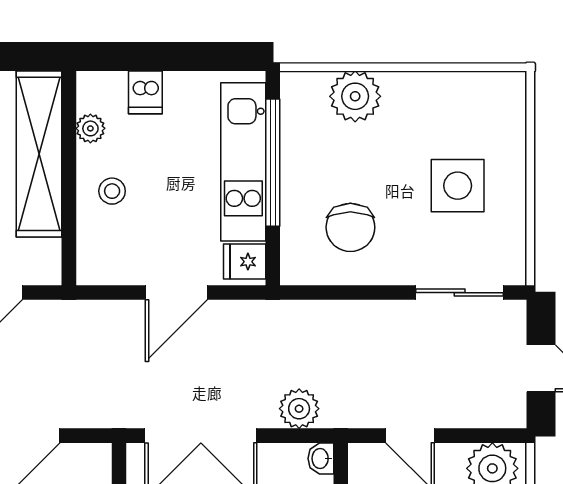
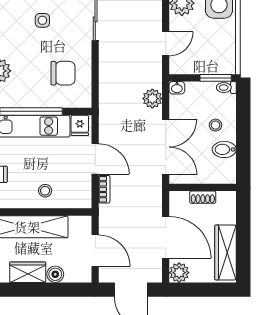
plant: (90, 128) -> (14, 201), removed
side table: (458, 186) -> (42, 20), width x0.54, depth x0.54
bookcase: (115, 311) -> (104, 189), added

